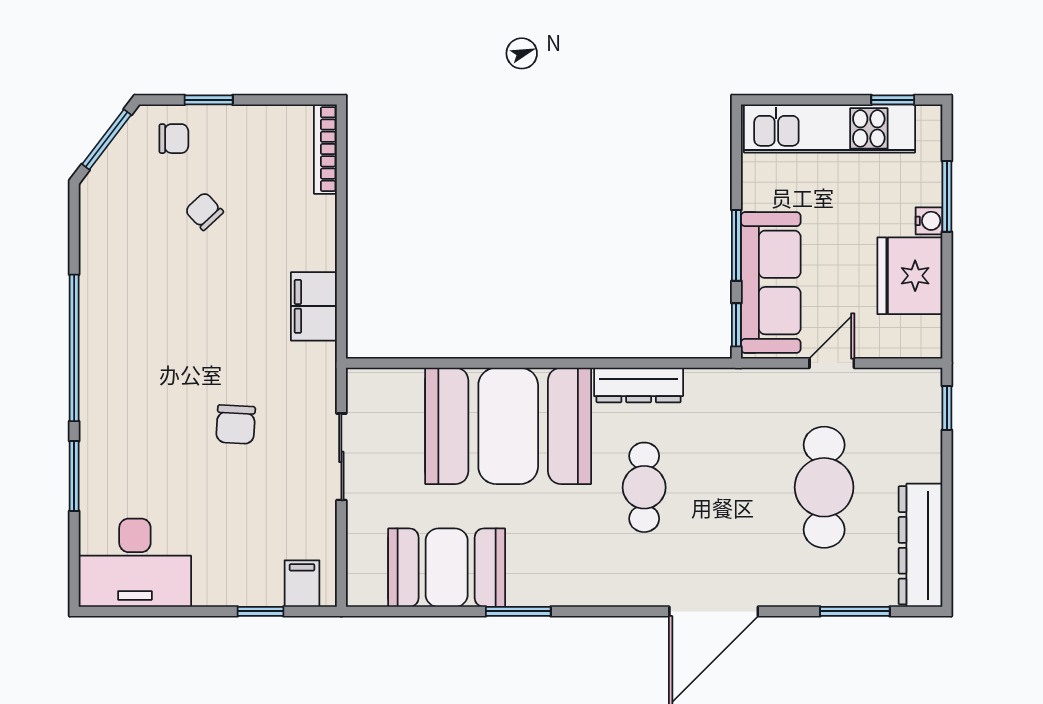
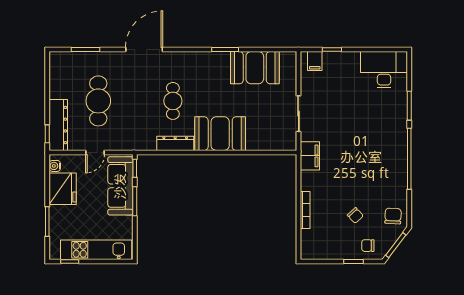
bookcase: (325, 149) -> (305, 210), moved
water cooler: (929, 221) -> (55, 166), moved
filing cabinet: (314, 306) -> (310, 156), moved
chair: (236, 424) -> (393, 216), moved
booth: (508, 426) -> (220, 134), width x0.73, depth x0.70
dresser: (920, 545) -> (58, 125), moved

